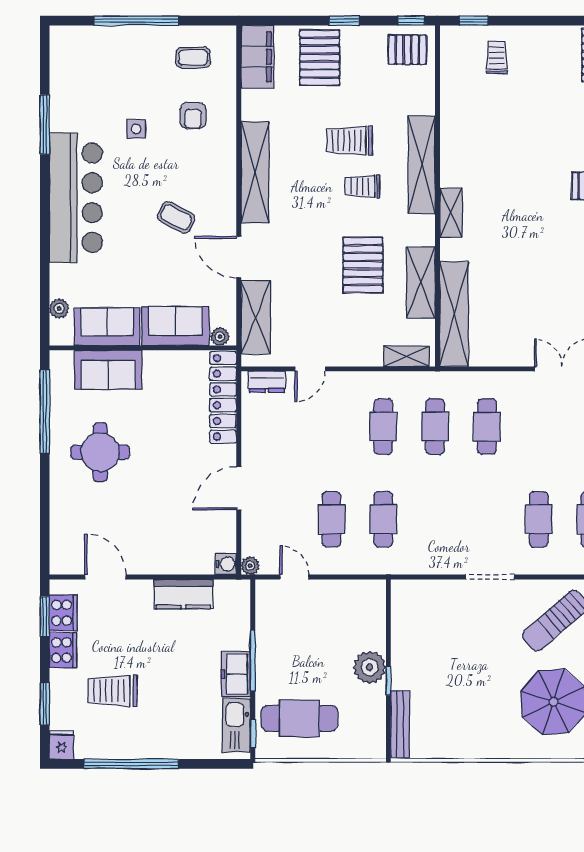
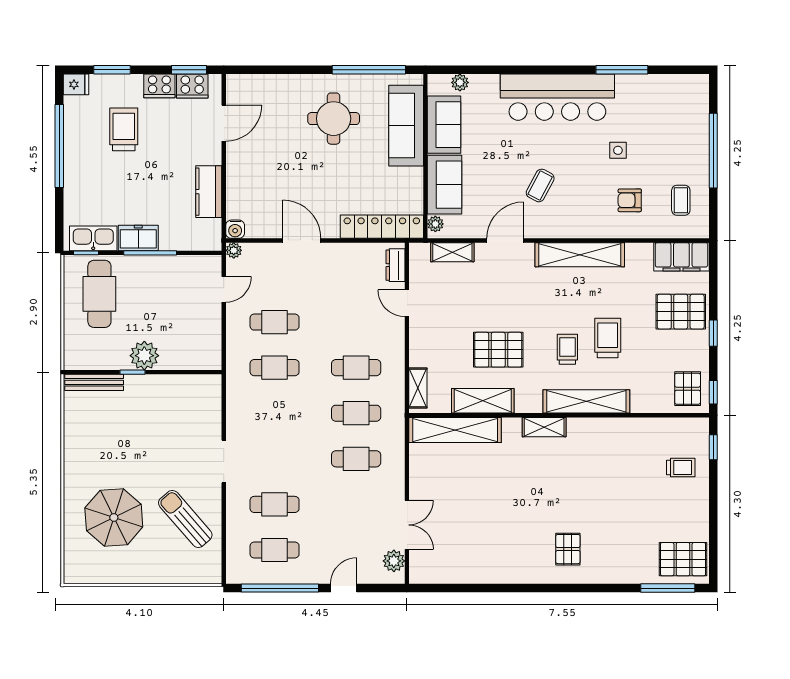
shelving: (256, 317) -> (452, 252), width x0.67, depth x0.75
sofa: (108, 370) -> (406, 126), width x1.36

